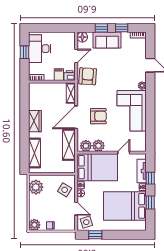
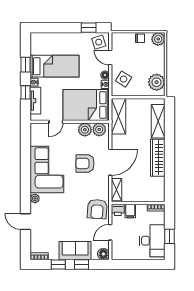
wardrobe: (35, 121) -> (158, 158), width x1.50
shelving: (69, 145) -> (119, 116), moved
bed: (125, 206) -> (55, 66), width x0.67

